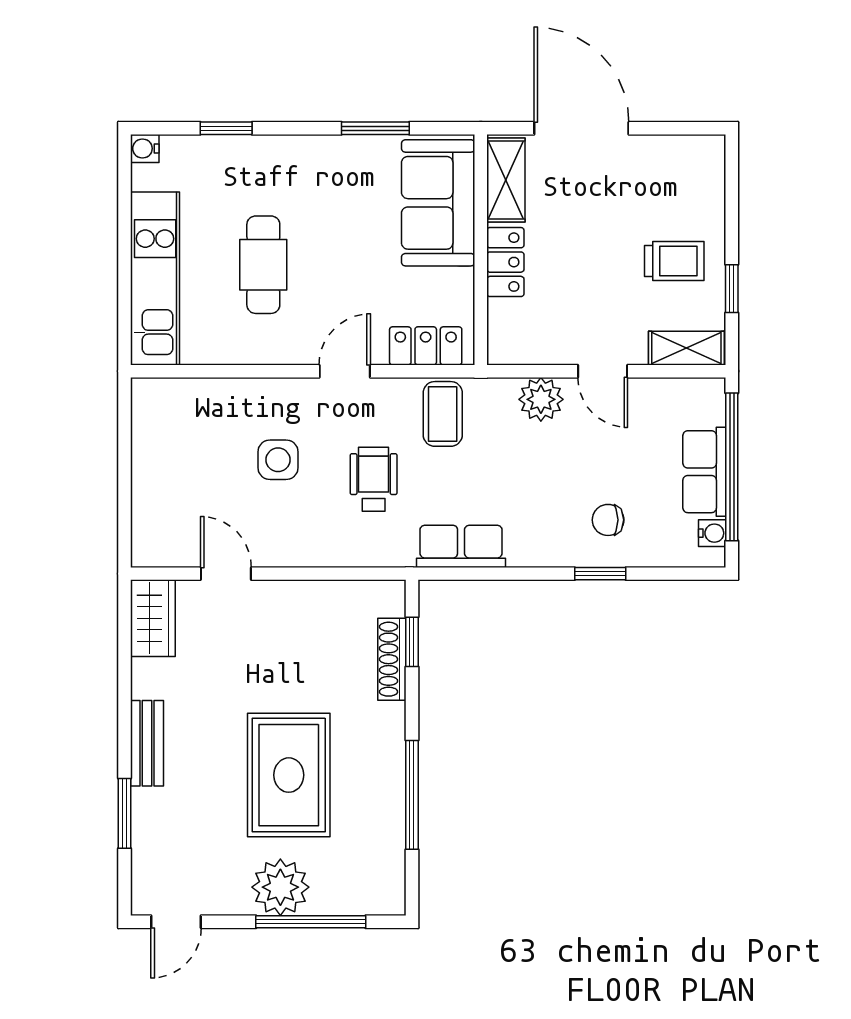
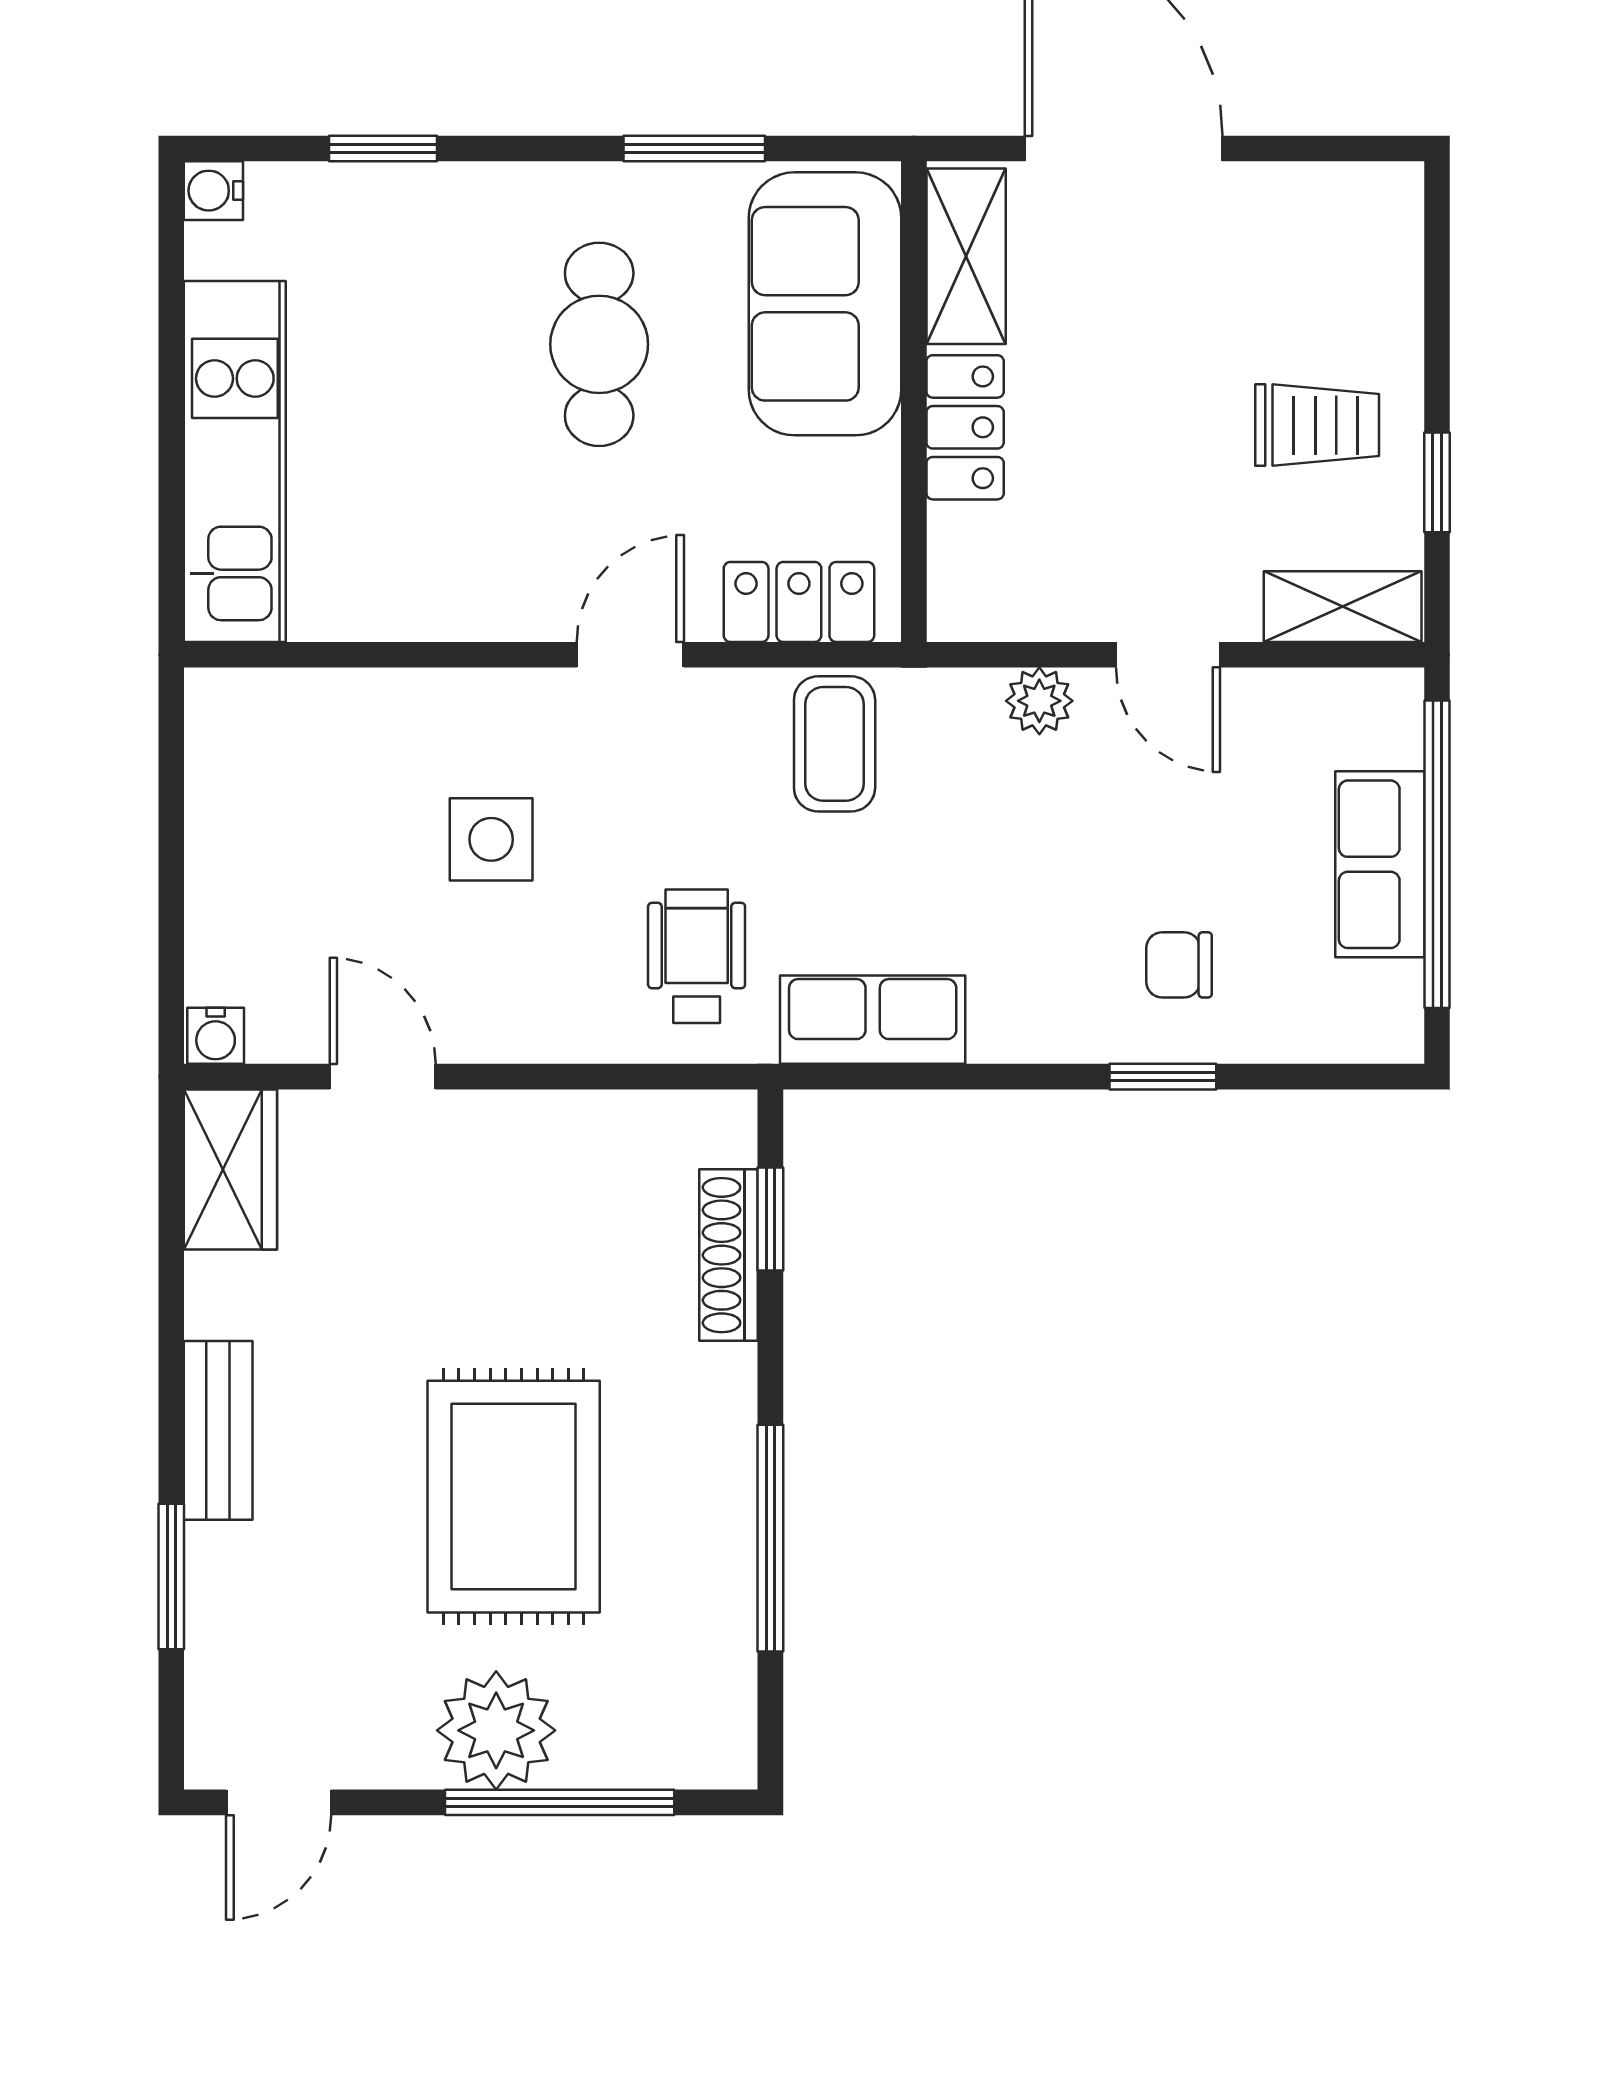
cafe table: (263, 265) -> (599, 344), moved
plant: (541, 399) -> (1039, 701), width x0.73, depth x0.73
wheelchair: (374, 479) -> (697, 956), moved
water cooler: (712, 533) -> (216, 1036), moved, turned 90

